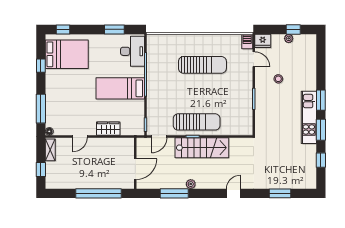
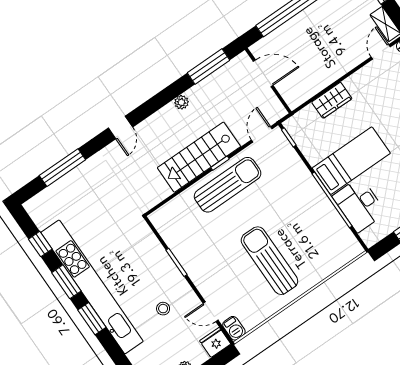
desk: (133, 51) -> (359, 205), moved
sun lounger: (202, 65) -> (269, 261), turned 90
kitchen unit: (309, 117) -> (92, 287), width x1.86
sun lounger: (197, 122) -> (228, 185), turned 180
door: (80, 136) -> (381, 52), moved
door: (135, 169) -> (263, 73), swing flipped
window: (174, 193) -> (208, 67), moved
window: (280, 193) -> (62, 168), width x1.44

